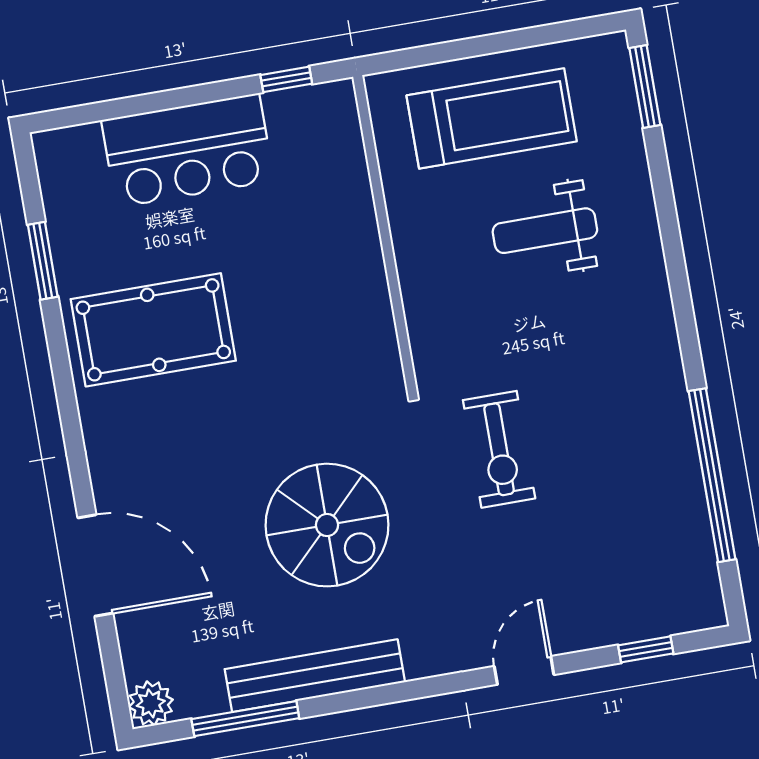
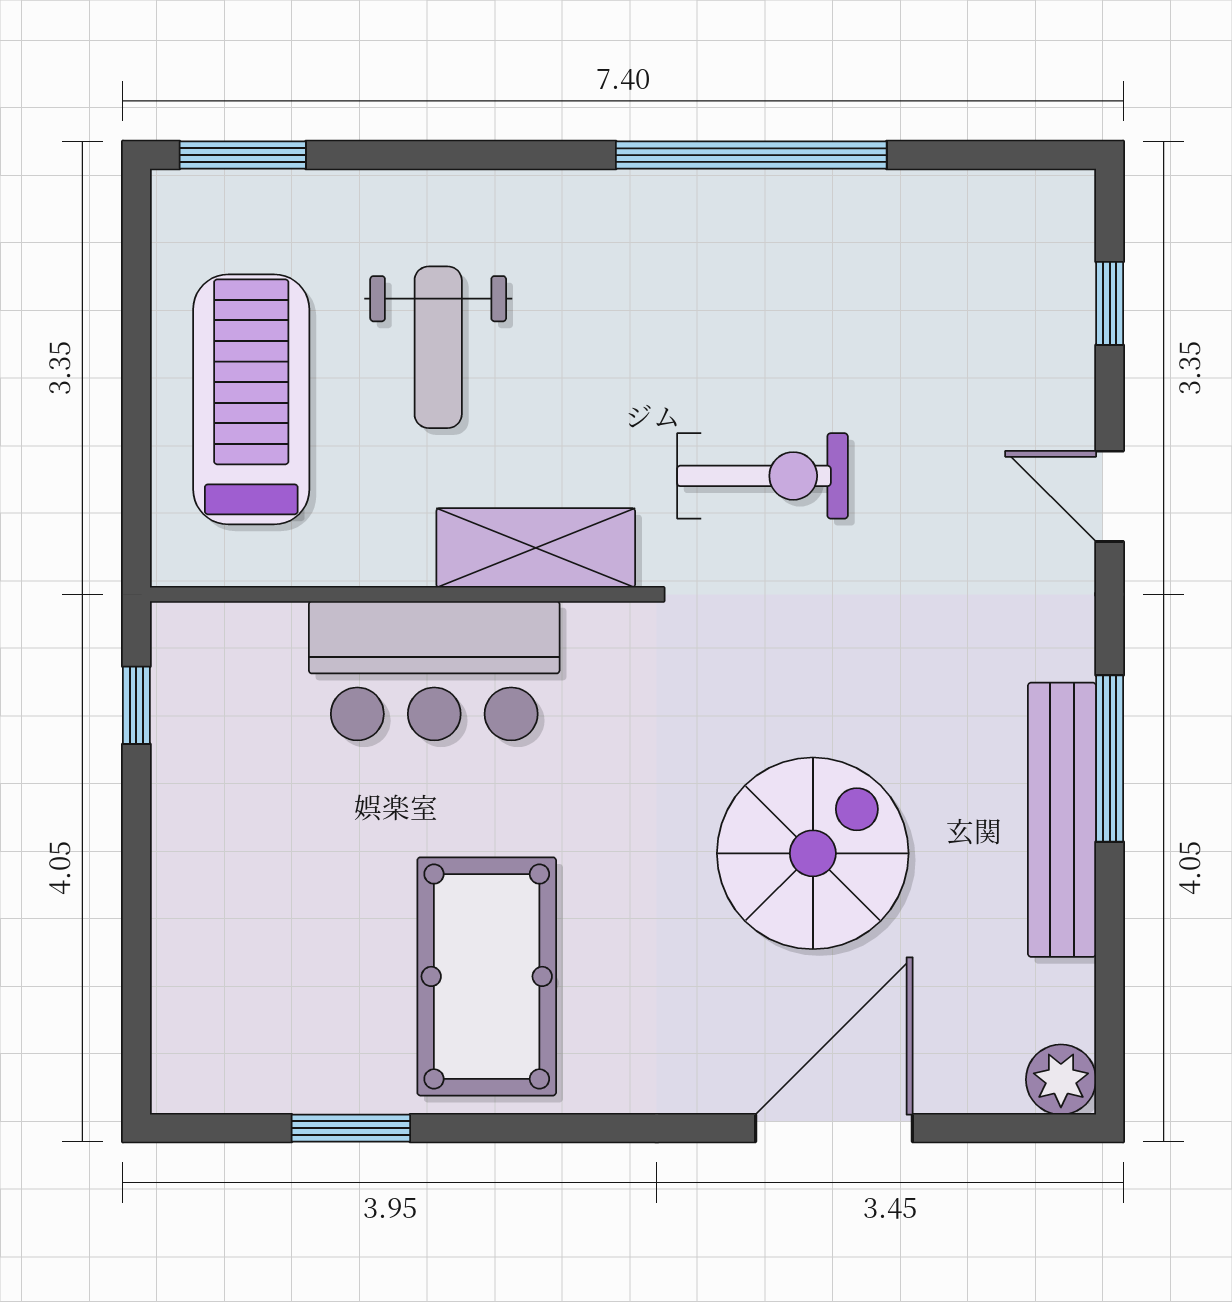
bar counter: (188, 150) -> (434, 671), moved, turned 90
shelving: (429, 314) -> (536, 548), added
window: (712, 475) -> (751, 155), moved
spiral stairs: (327, 525) -> (813, 853), moved
window: (245, 719) -> (1110, 758), moved

